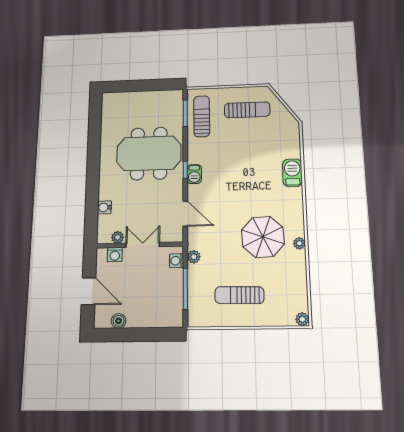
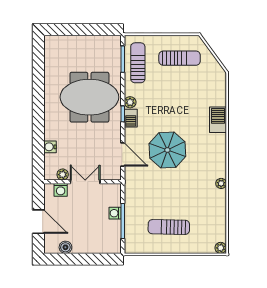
parasol: (263, 237) -> (167, 150), moved
plant: (194, 257) -> (130, 102), moved
washing machine: (177, 261) -> (115, 213), moved

